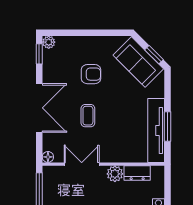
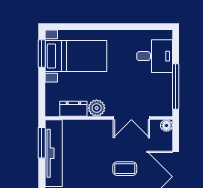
coffee table: (88, 116) -> (125, 169), turned 90
window: (167, 127) -> (42, 143), moved

